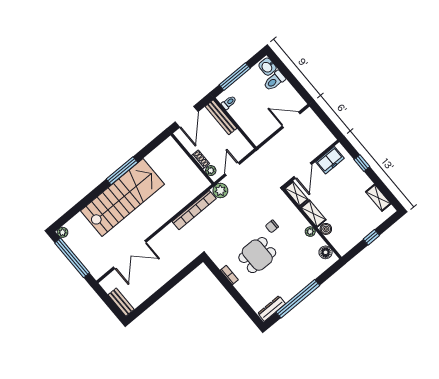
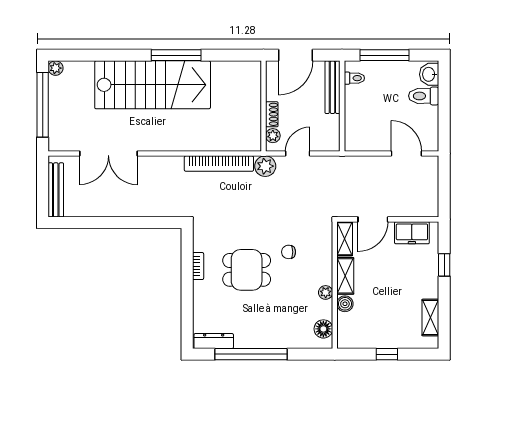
bench: (121, 302) -> (56, 190), width x1.36

